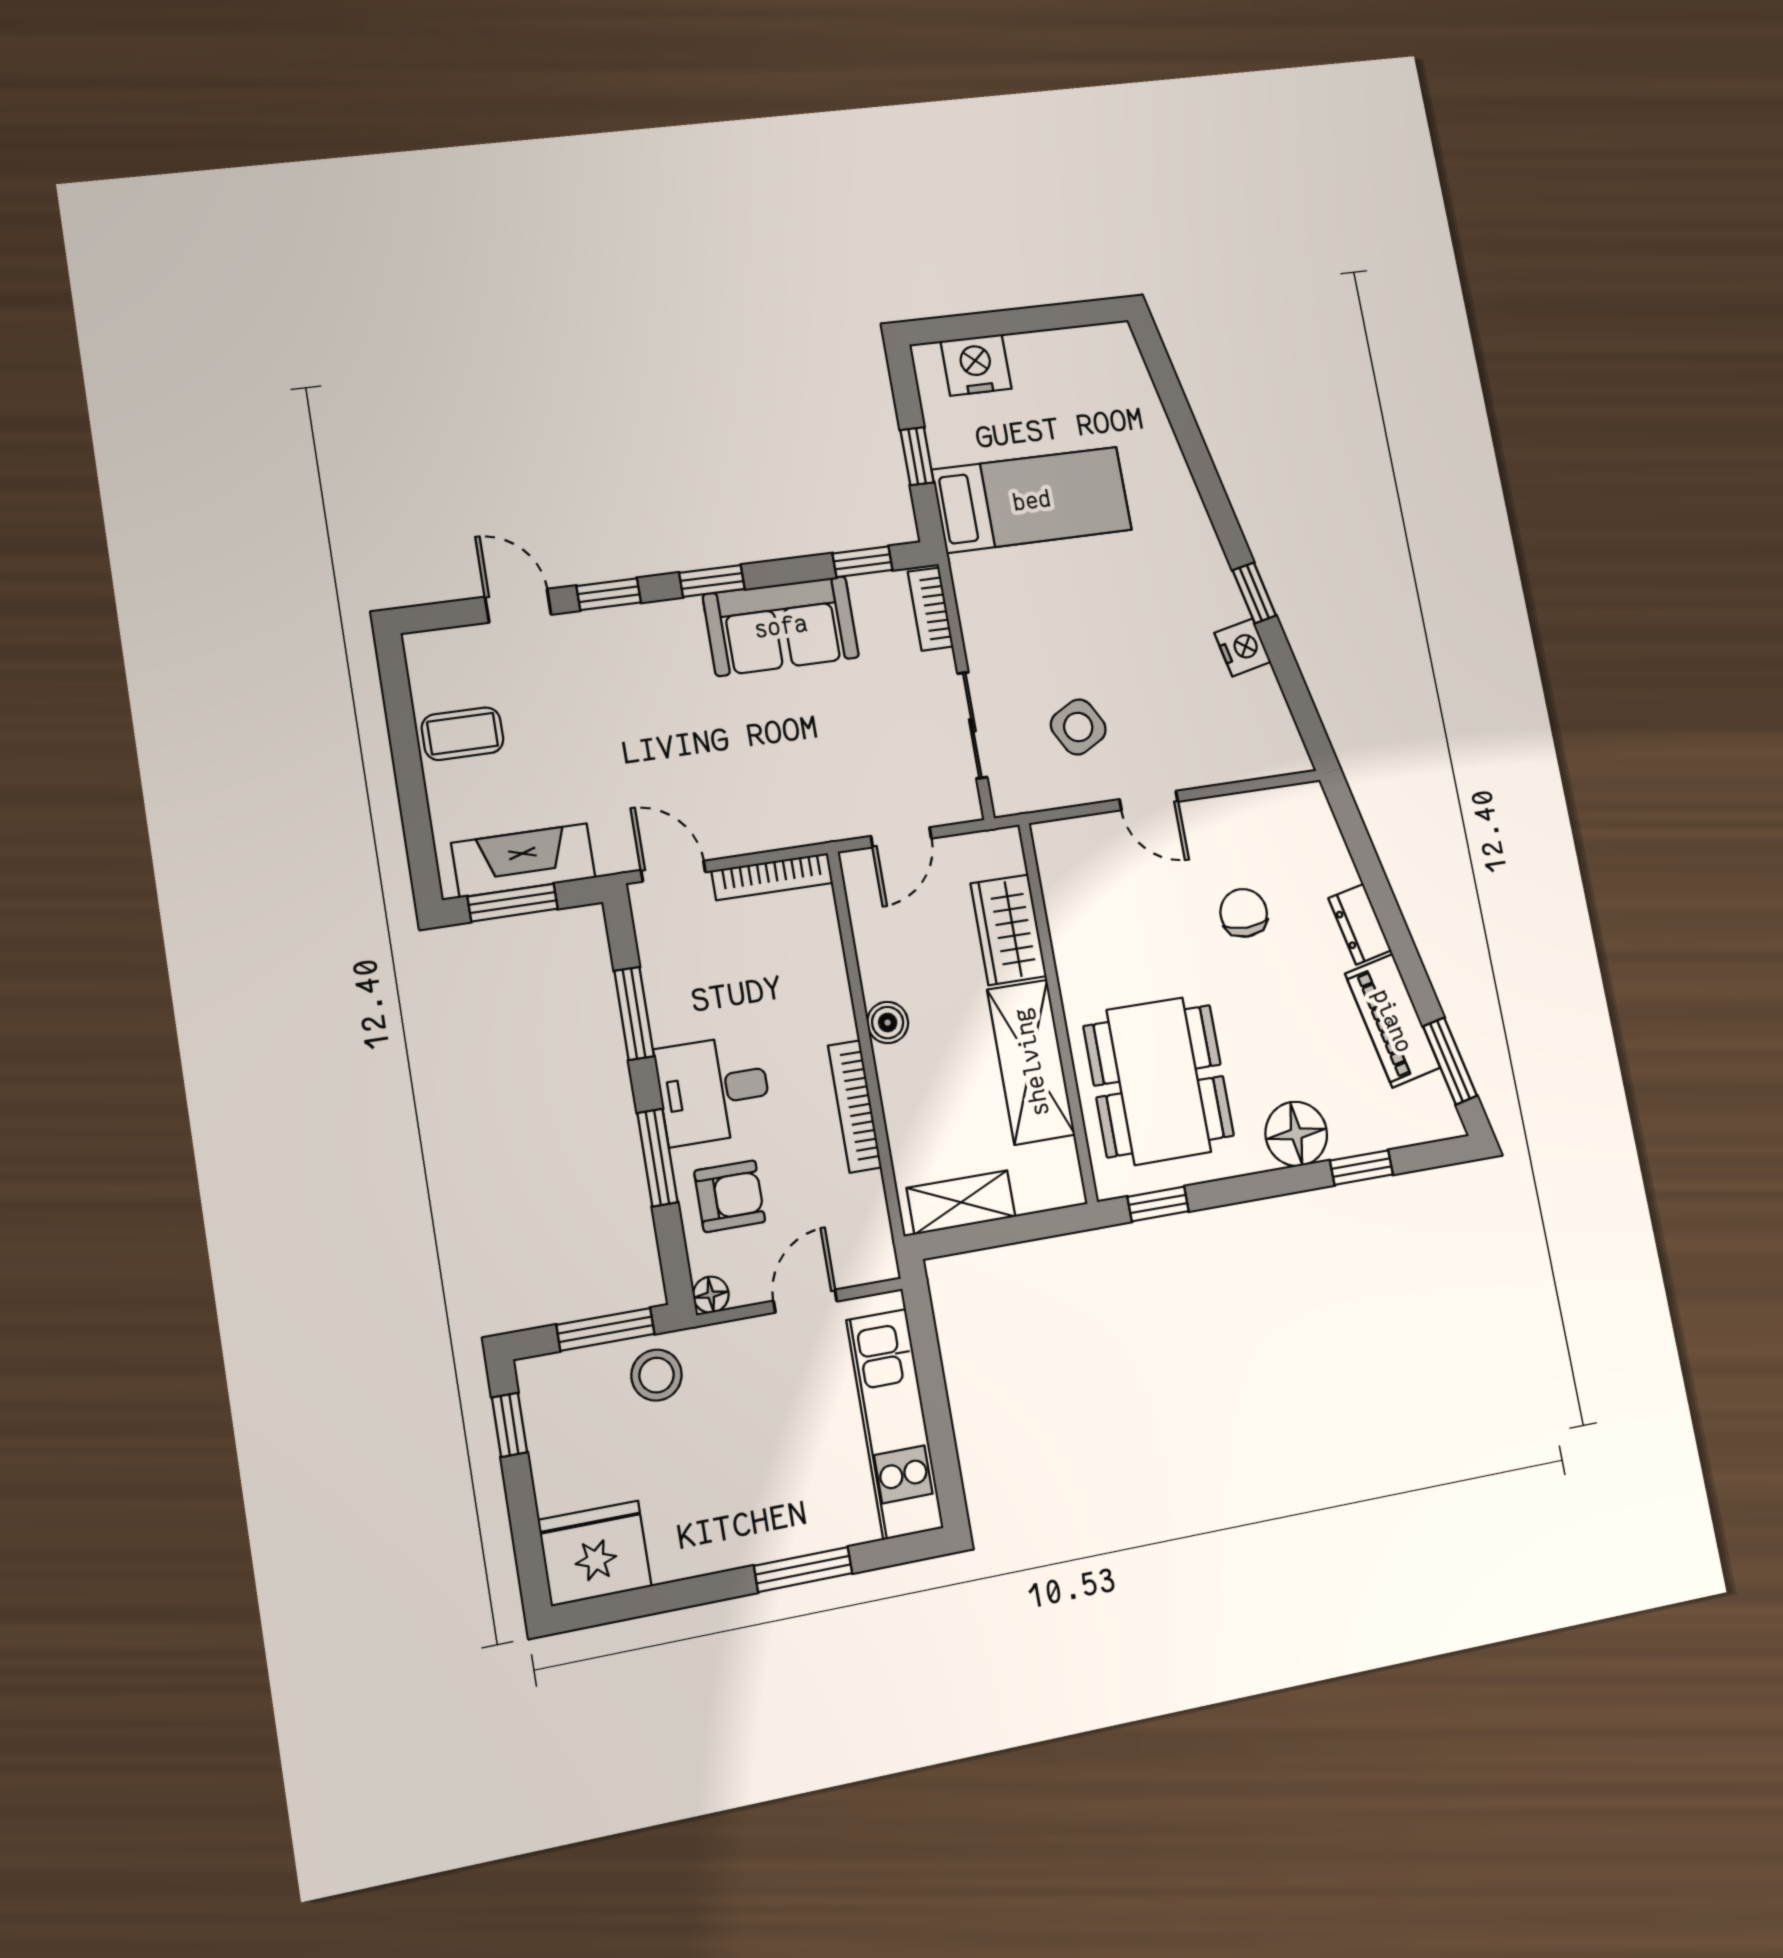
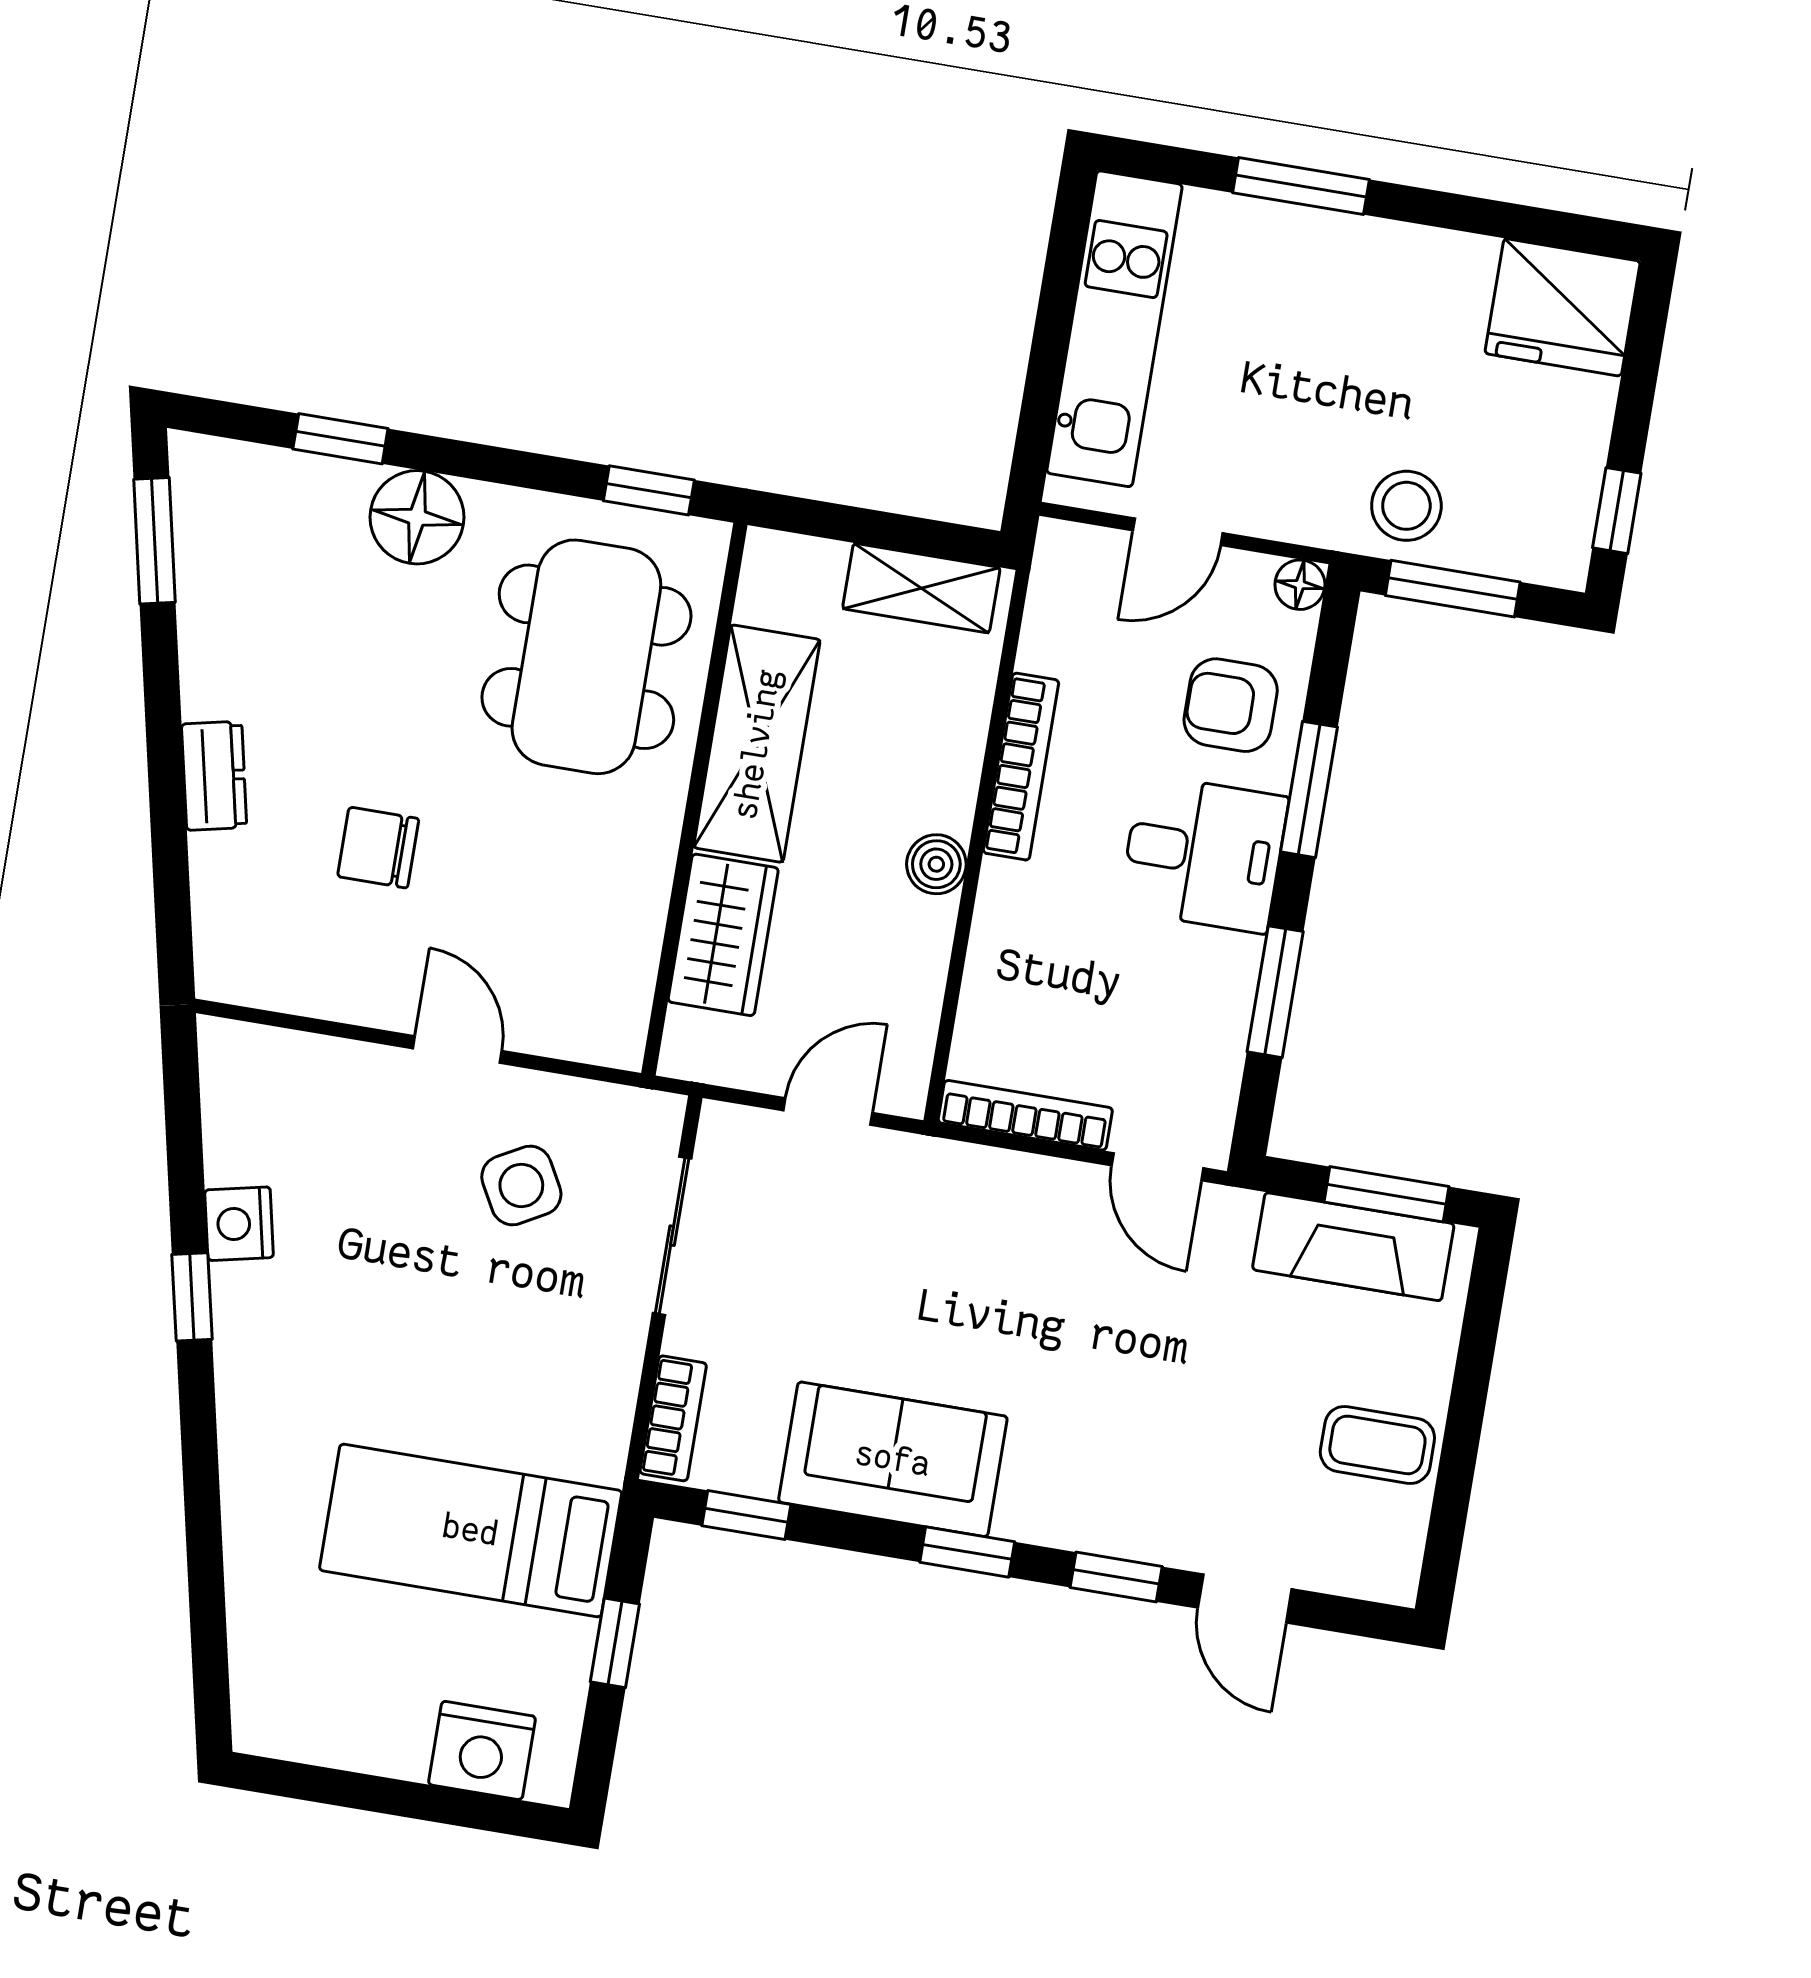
chair: (1244, 913) -> (378, 848), turned 90
piano: (1393, 1021) -> (217, 625), removed

